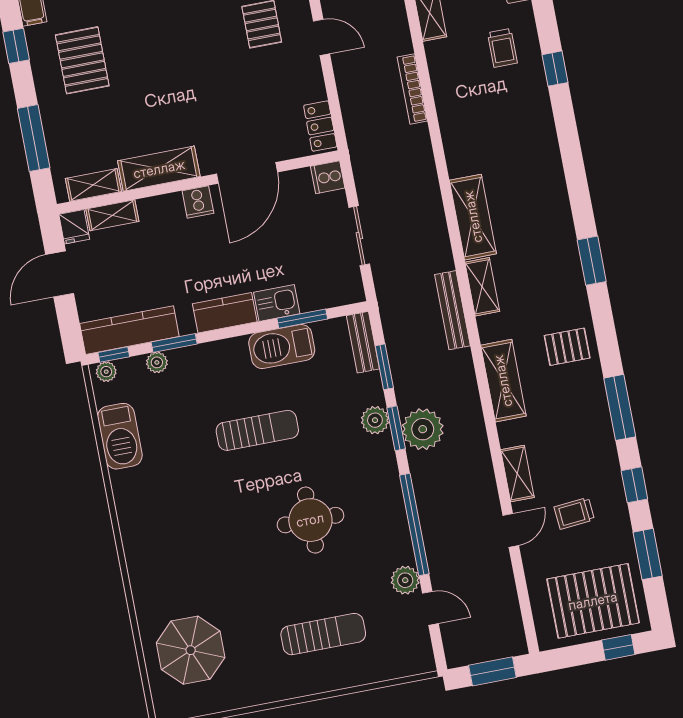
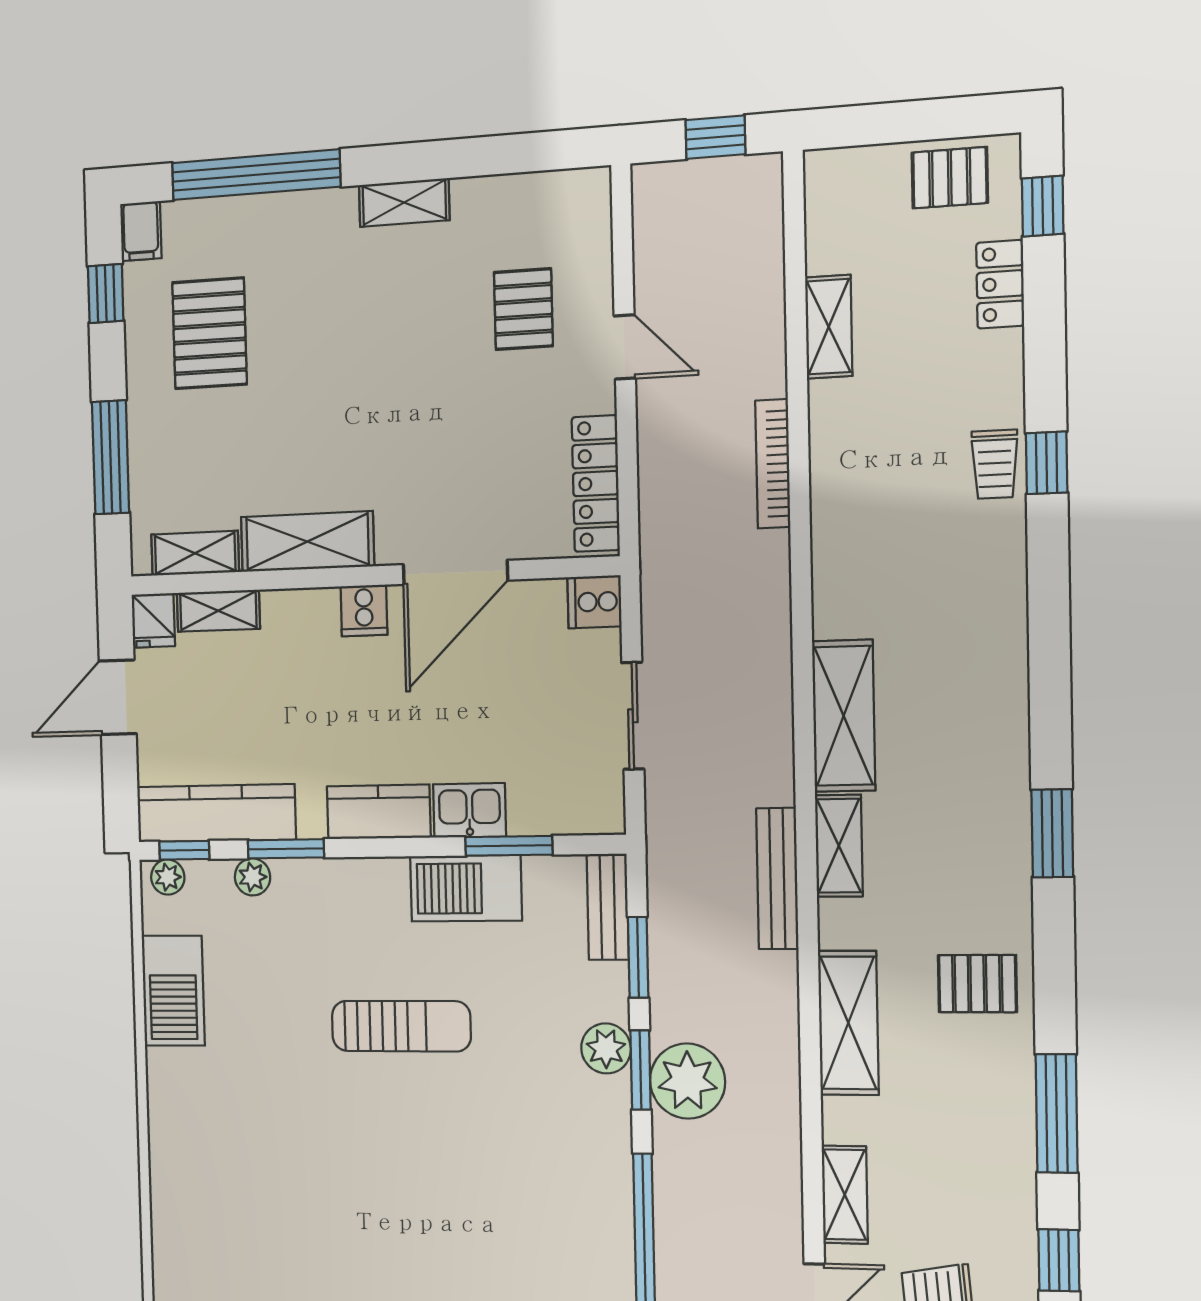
trolley: (502, 48) -> (995, 464), moved
locker: (320, 126) -> (596, 484), width x1.53
round table: (310, 520) -> (466, 1199), removed

